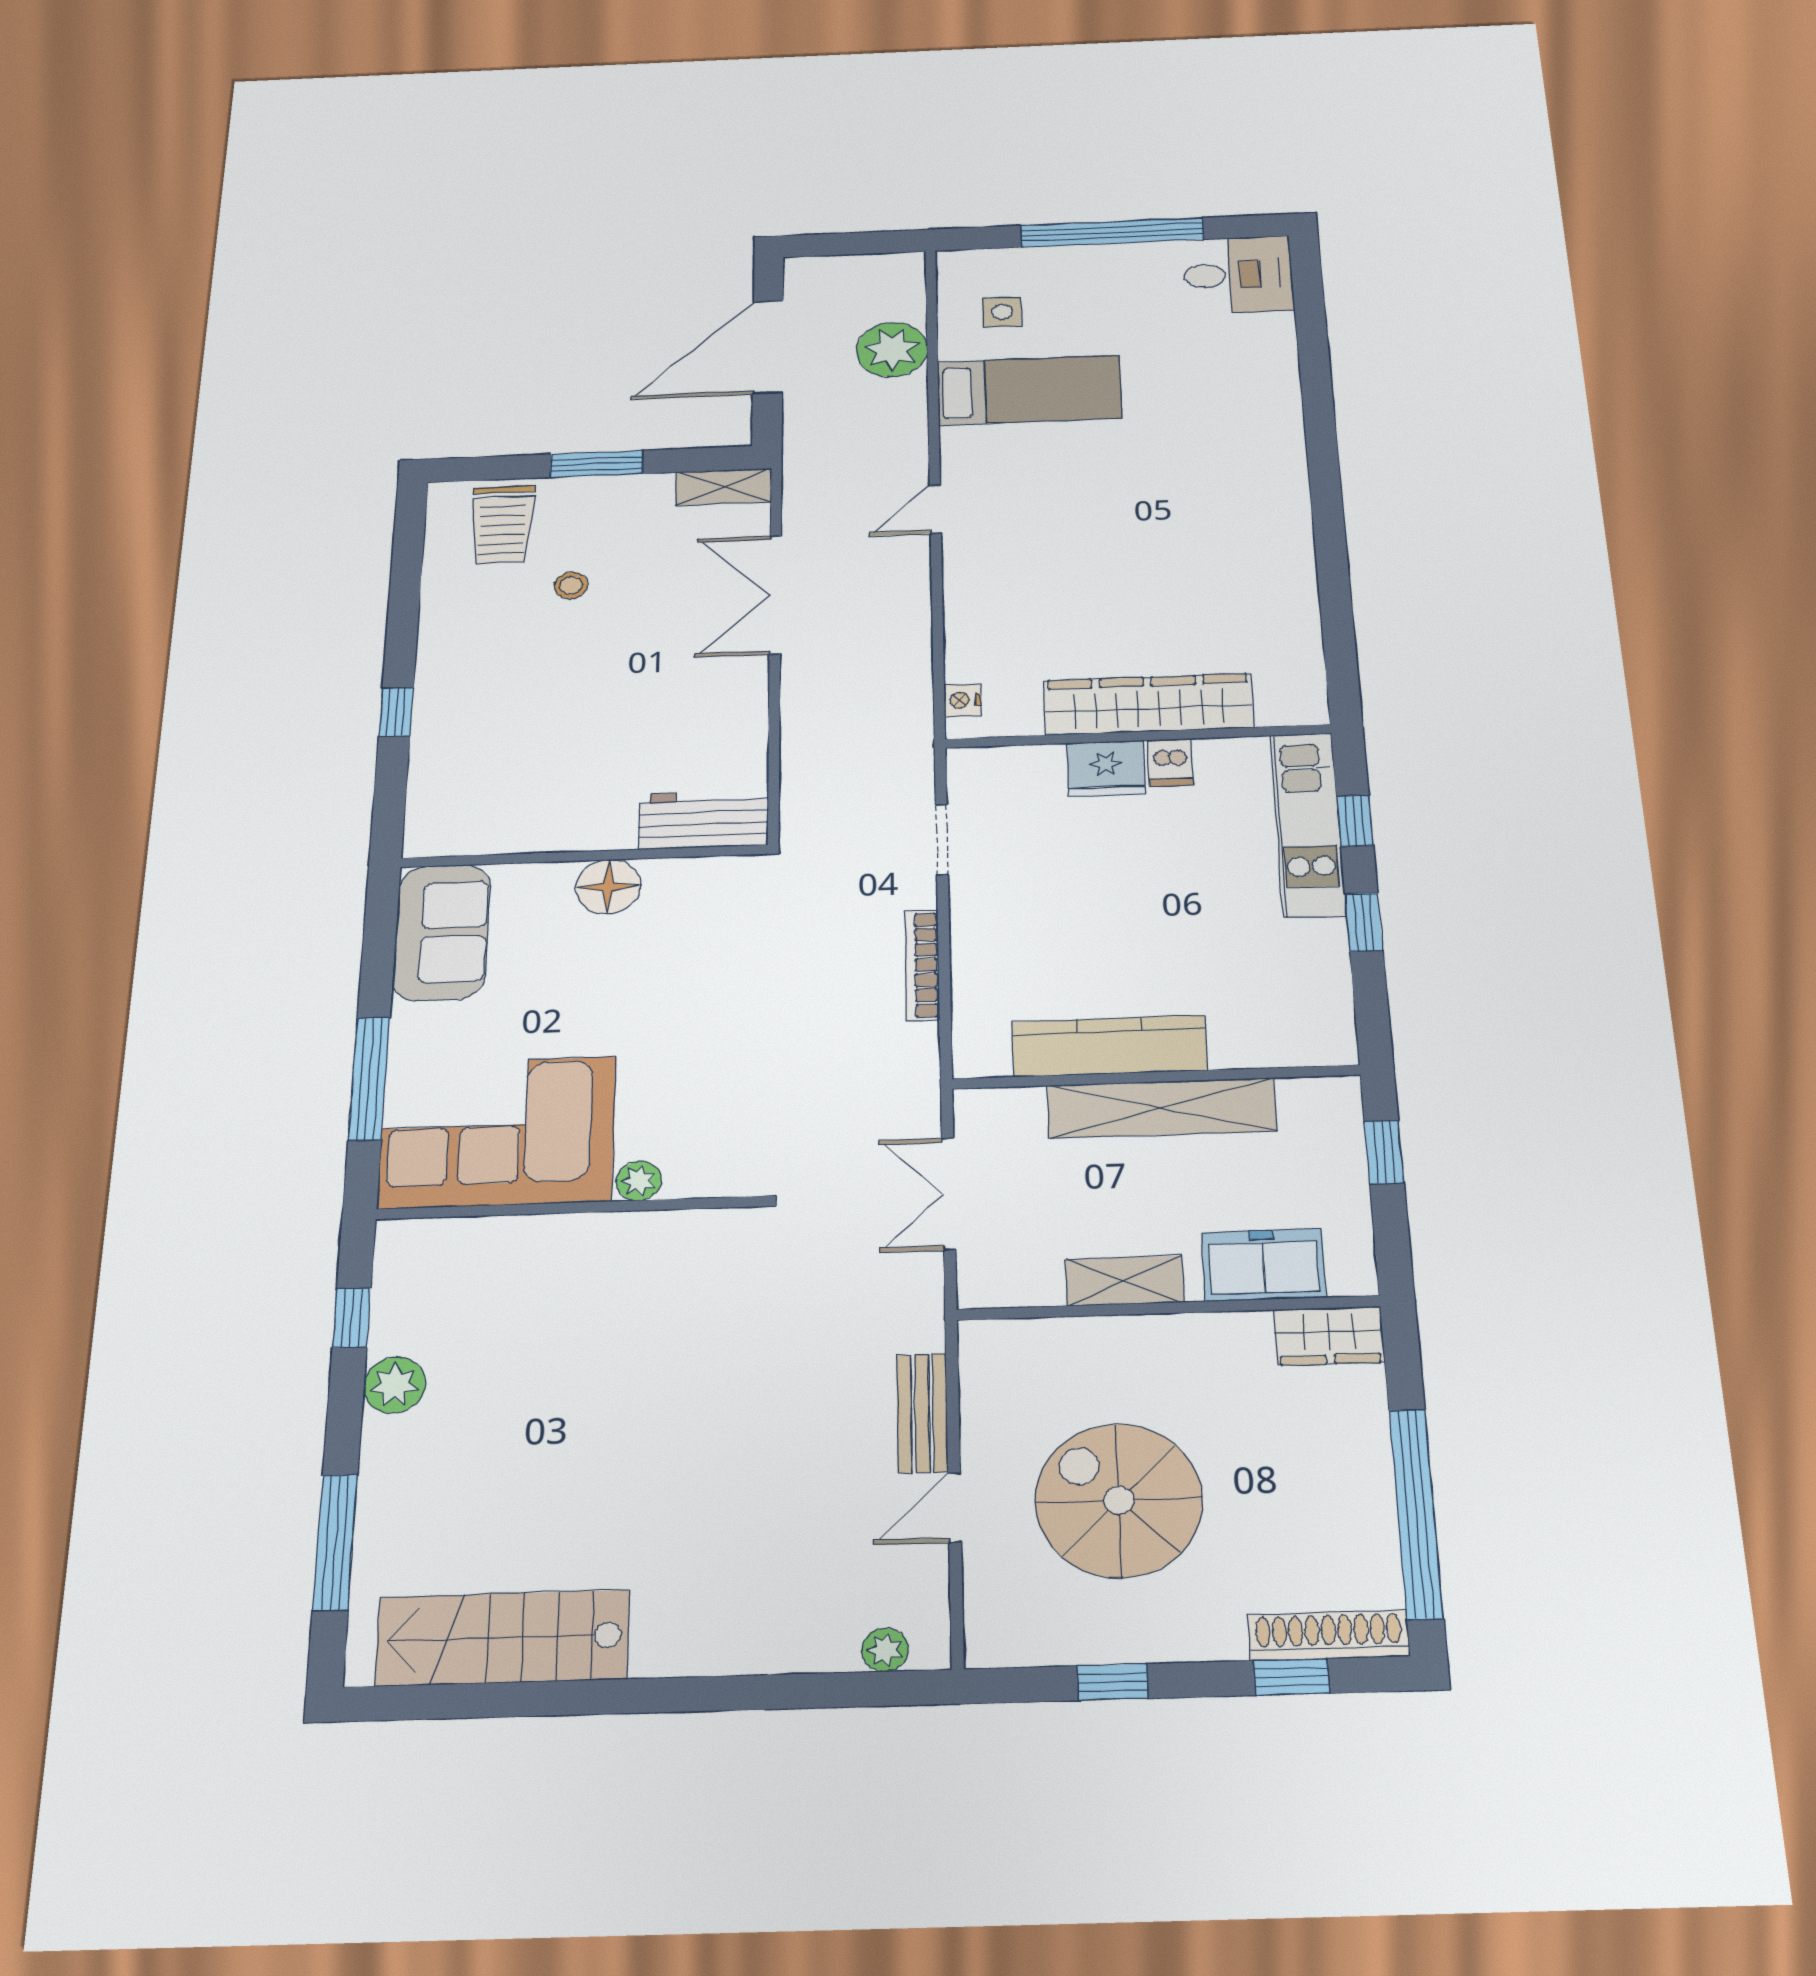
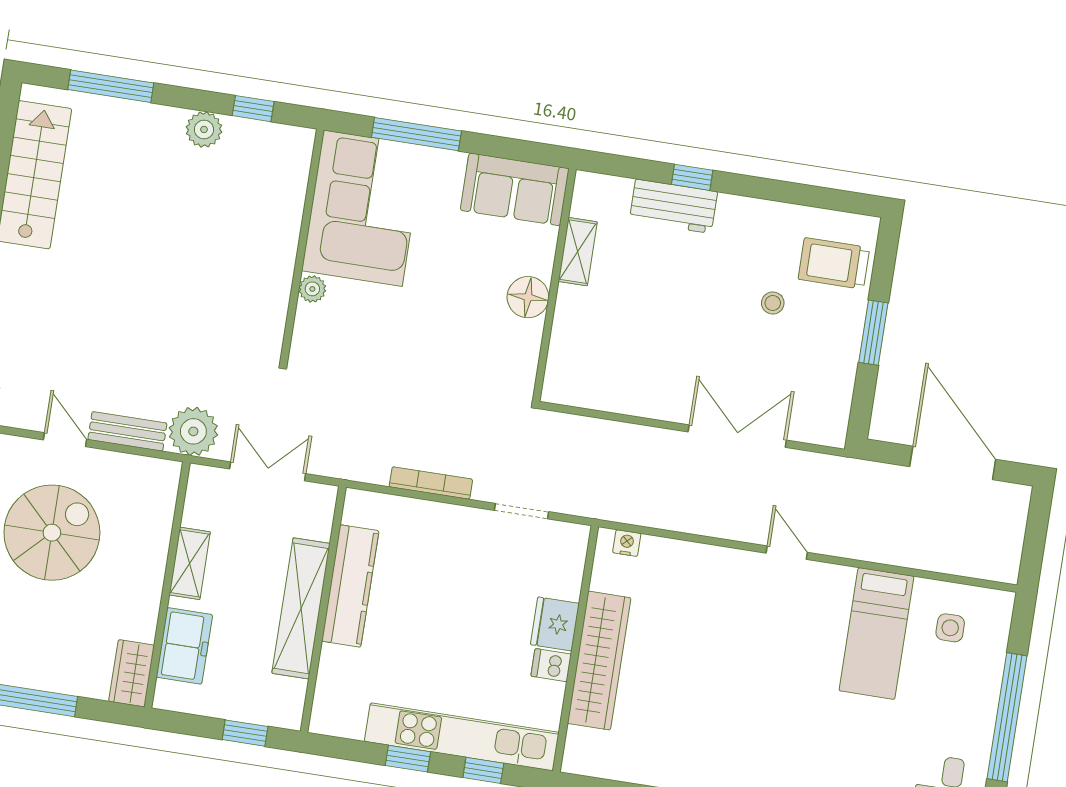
plant: (892, 350) -> (193, 431), moved
shelving: (724, 487) -> (578, 252), moved
workbench: (704, 820) -> (673, 206), moved, turned 90
kitchen unit: (1308, 824) -> (462, 737), width x1.36

